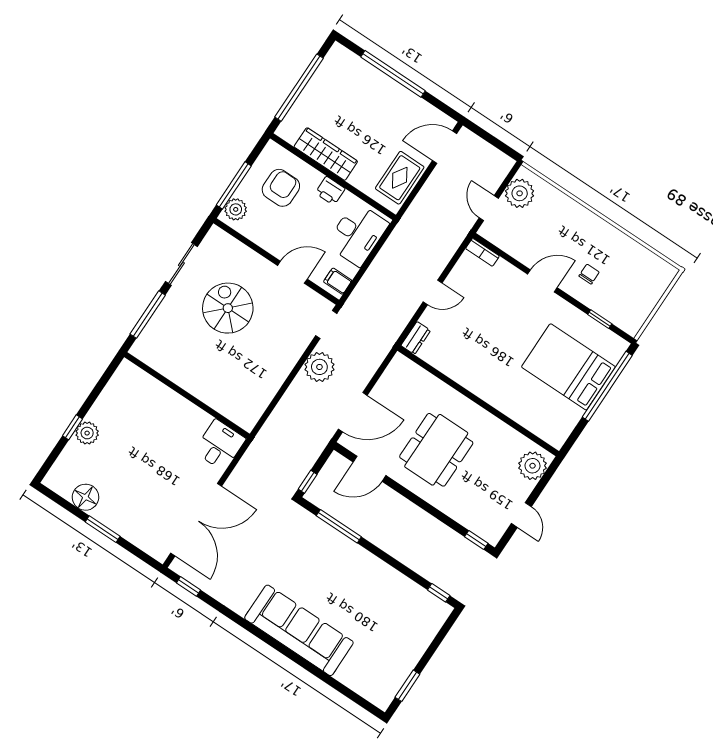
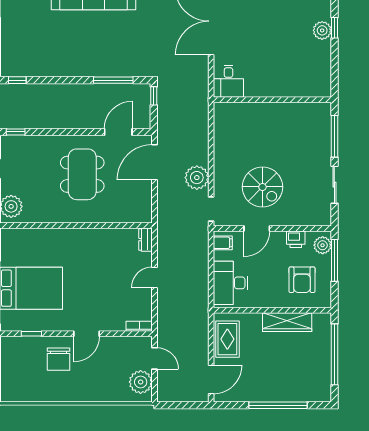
printer: (330, 191) -> (296, 239), moved, turned 180
chair: (589, 274) -> (59, 359), width x1.87, depth x1.87
spiral stairs: (228, 308) -> (262, 187), moved

